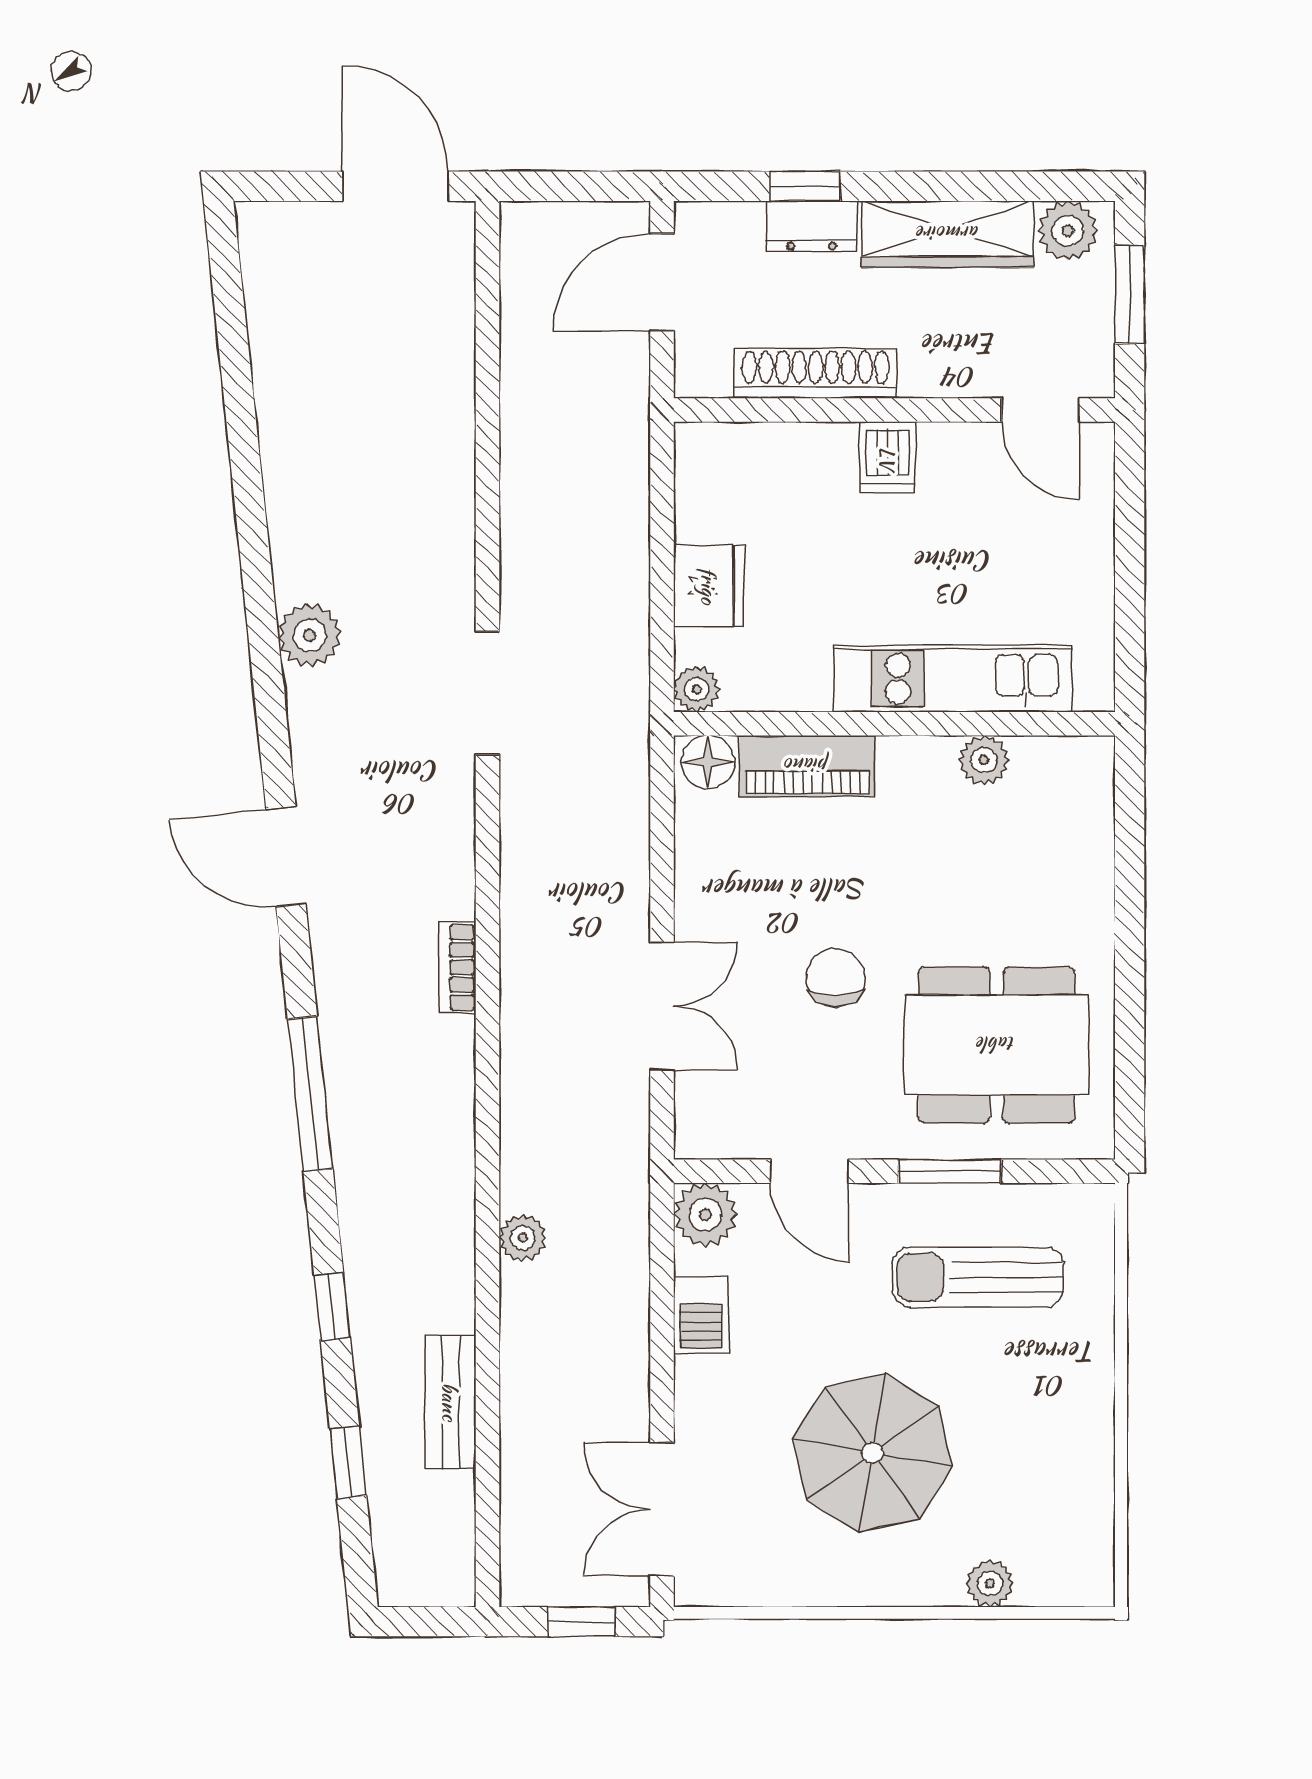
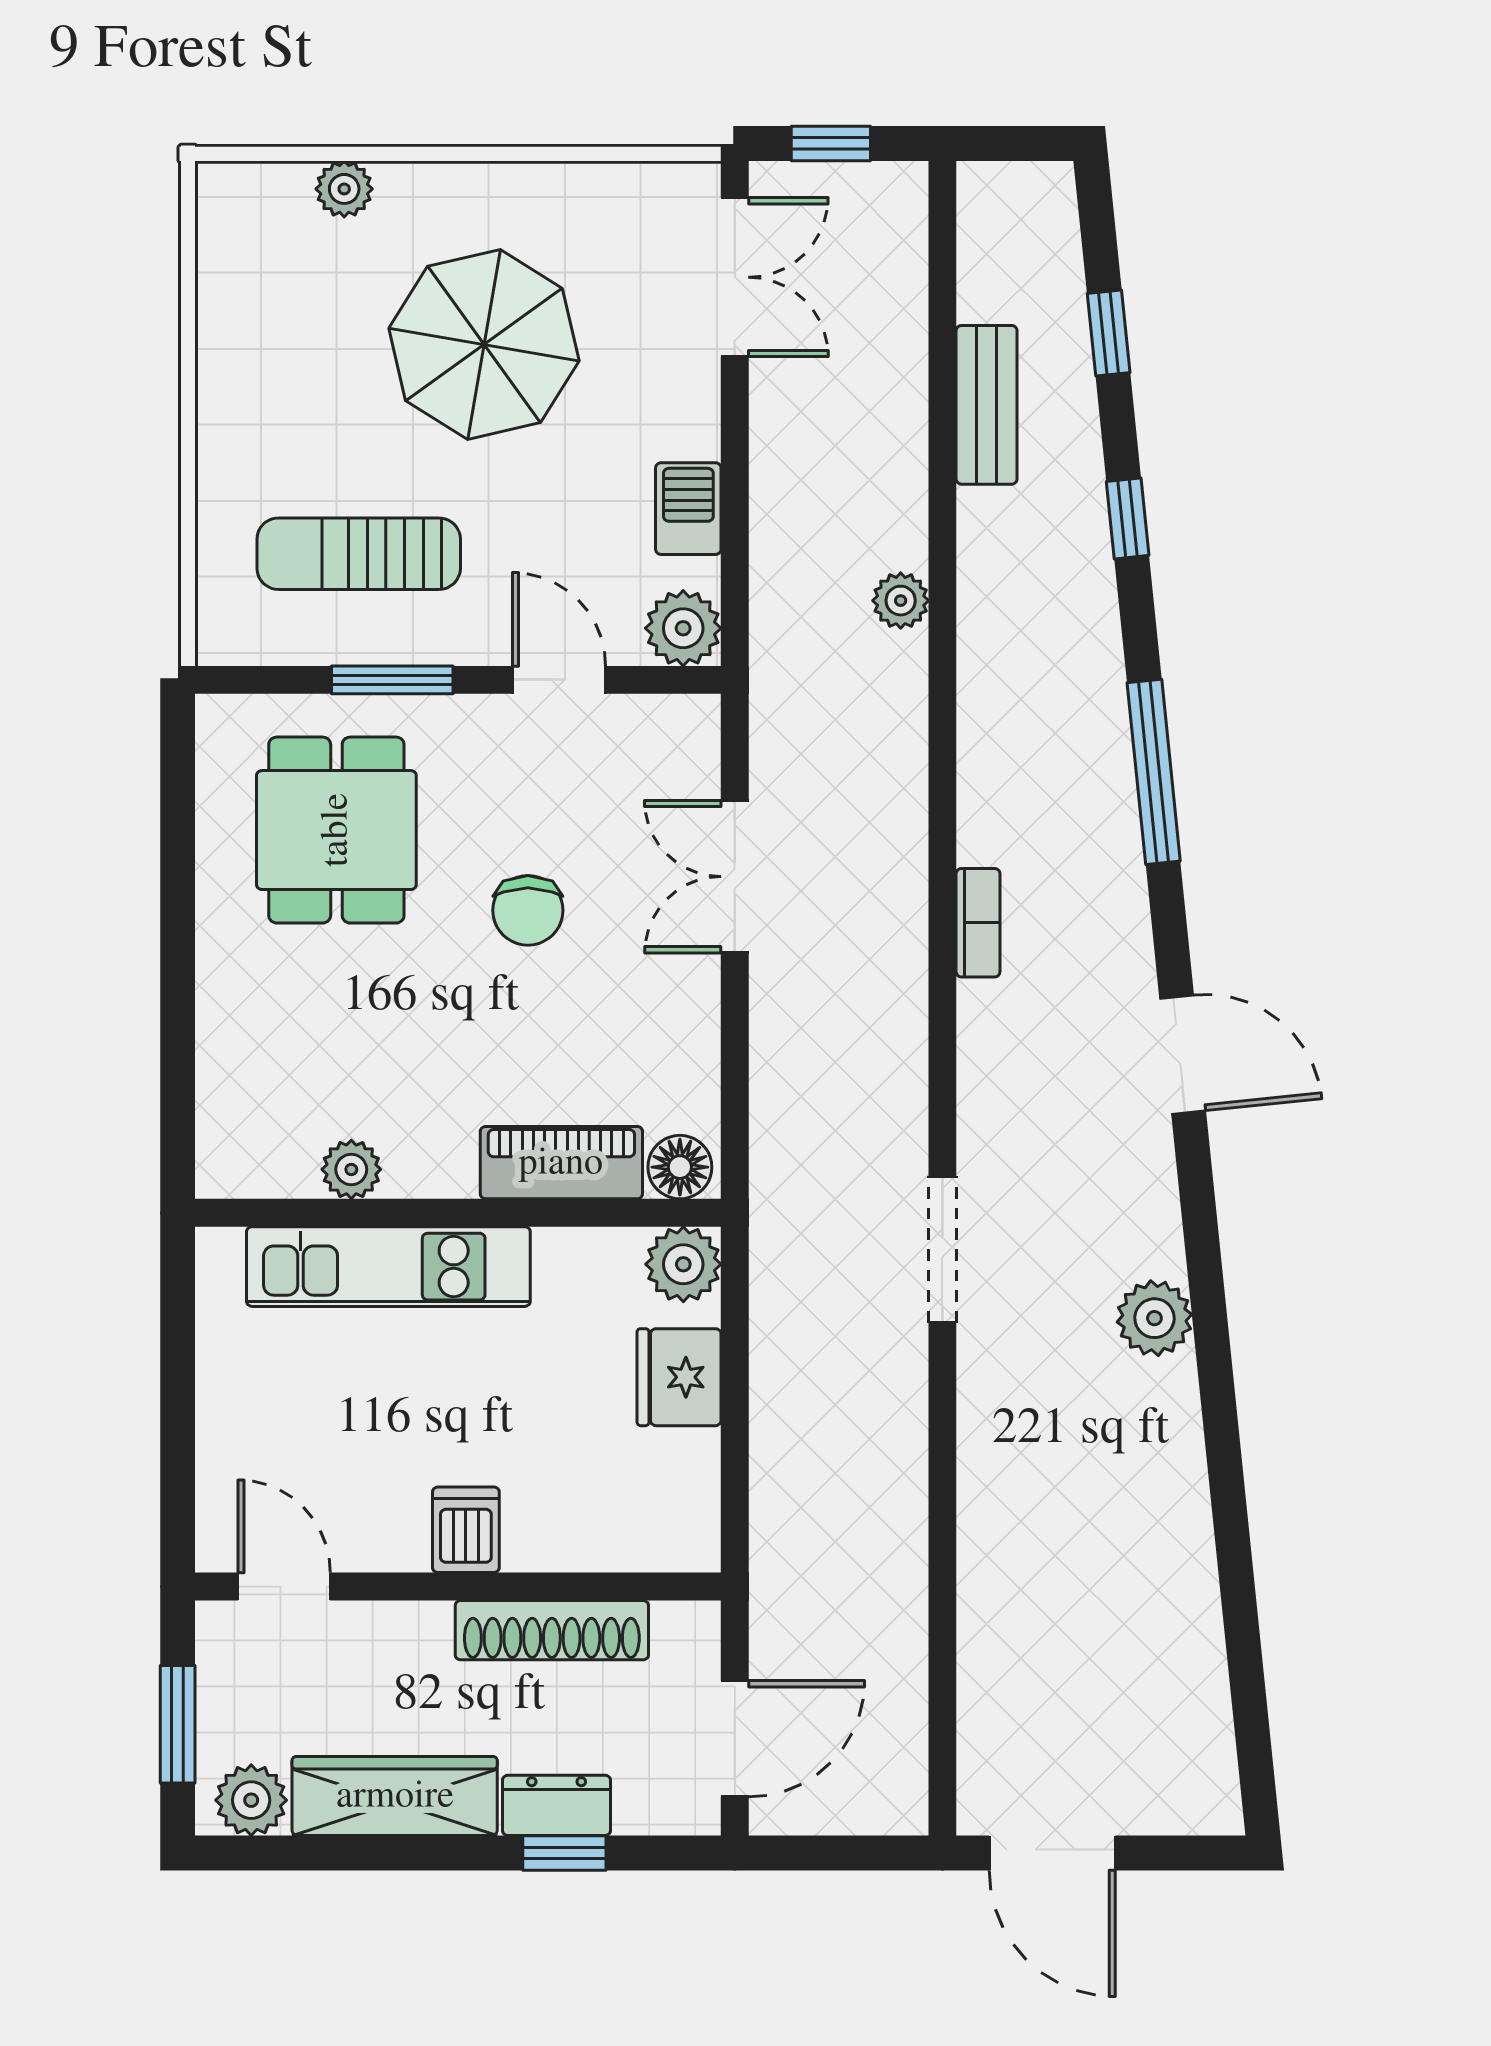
plant: (697, 689) -> (683, 1264), width x1.38, depth x1.38
dining table: (996, 1045) -> (336, 830), width x0.73
sun lounger: (978, 1277) -> (359, 554), turned 180

